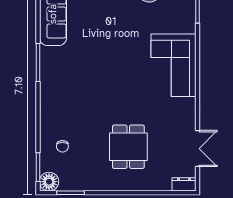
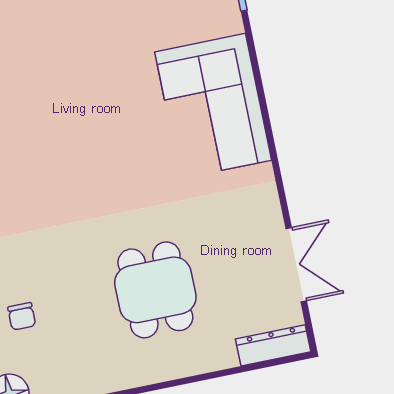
dresser: (184, 184) -> (273, 345), width x1.44

